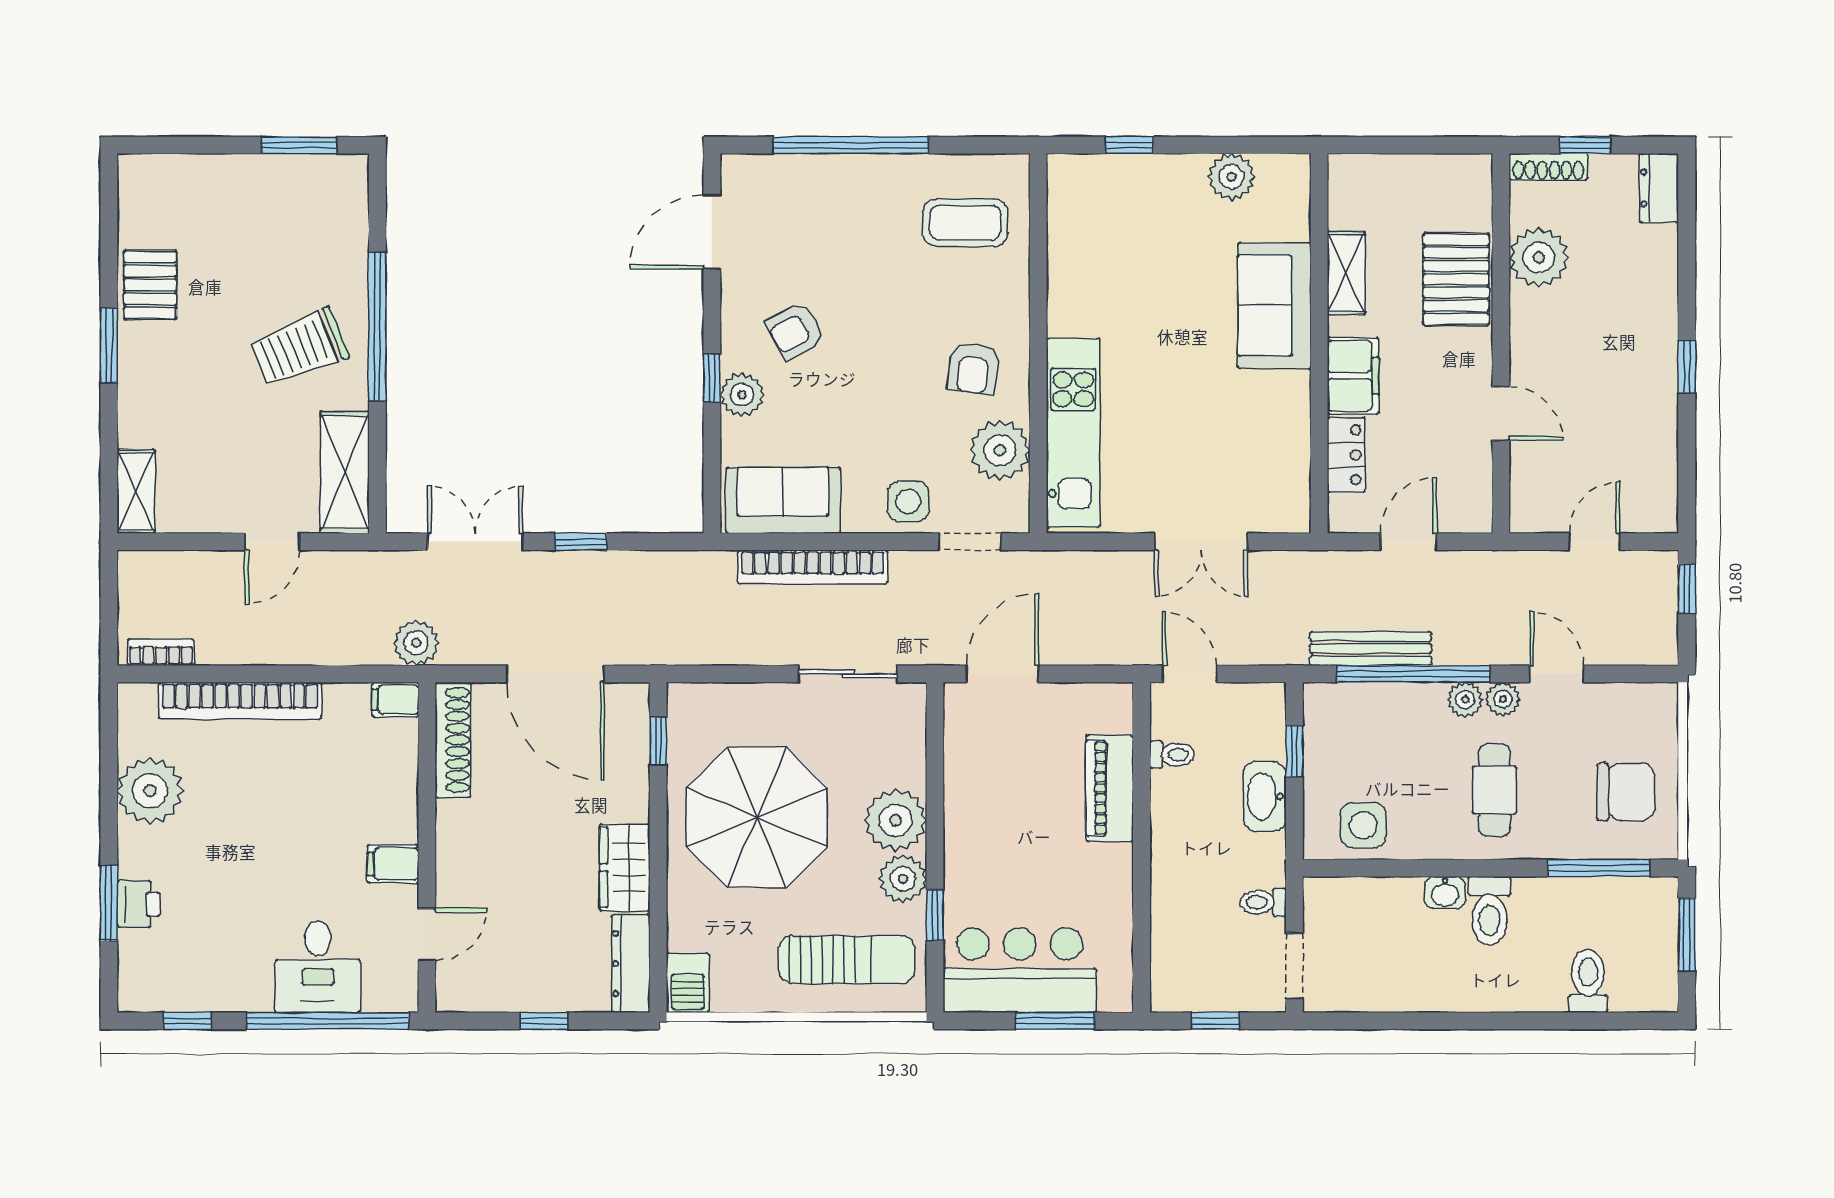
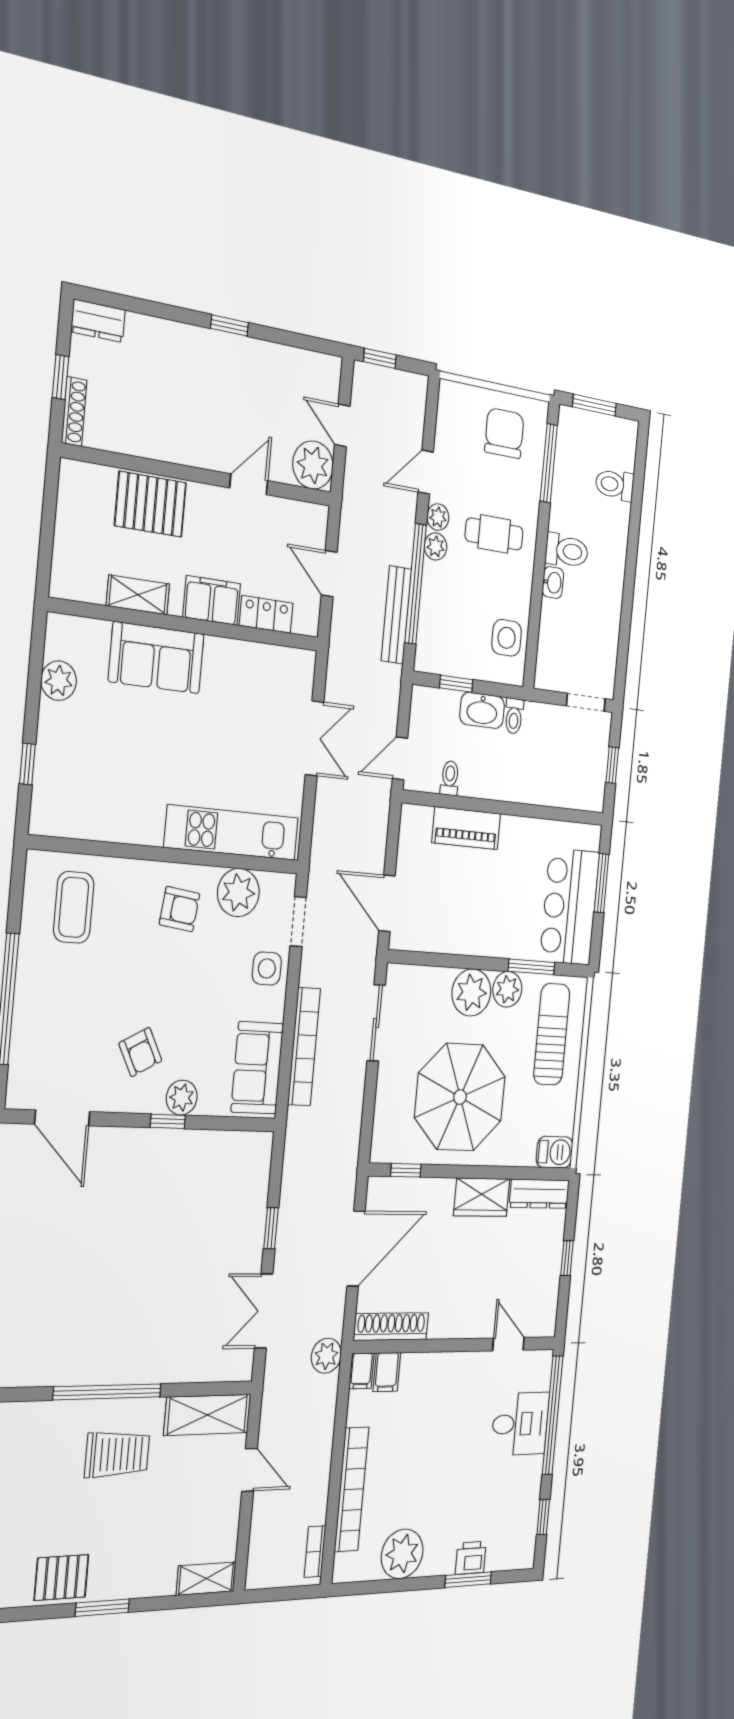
plant: (1539, 257) -> (313, 465), moved
trolley: (299, 348) -> (117, 1454), turned -68
filing cabinet: (393, 864) -> (387, 1372), moved
toilet: (1263, 902) -> (514, 716), moved
window: (935, 915) -> (531, 967), width x1.50

